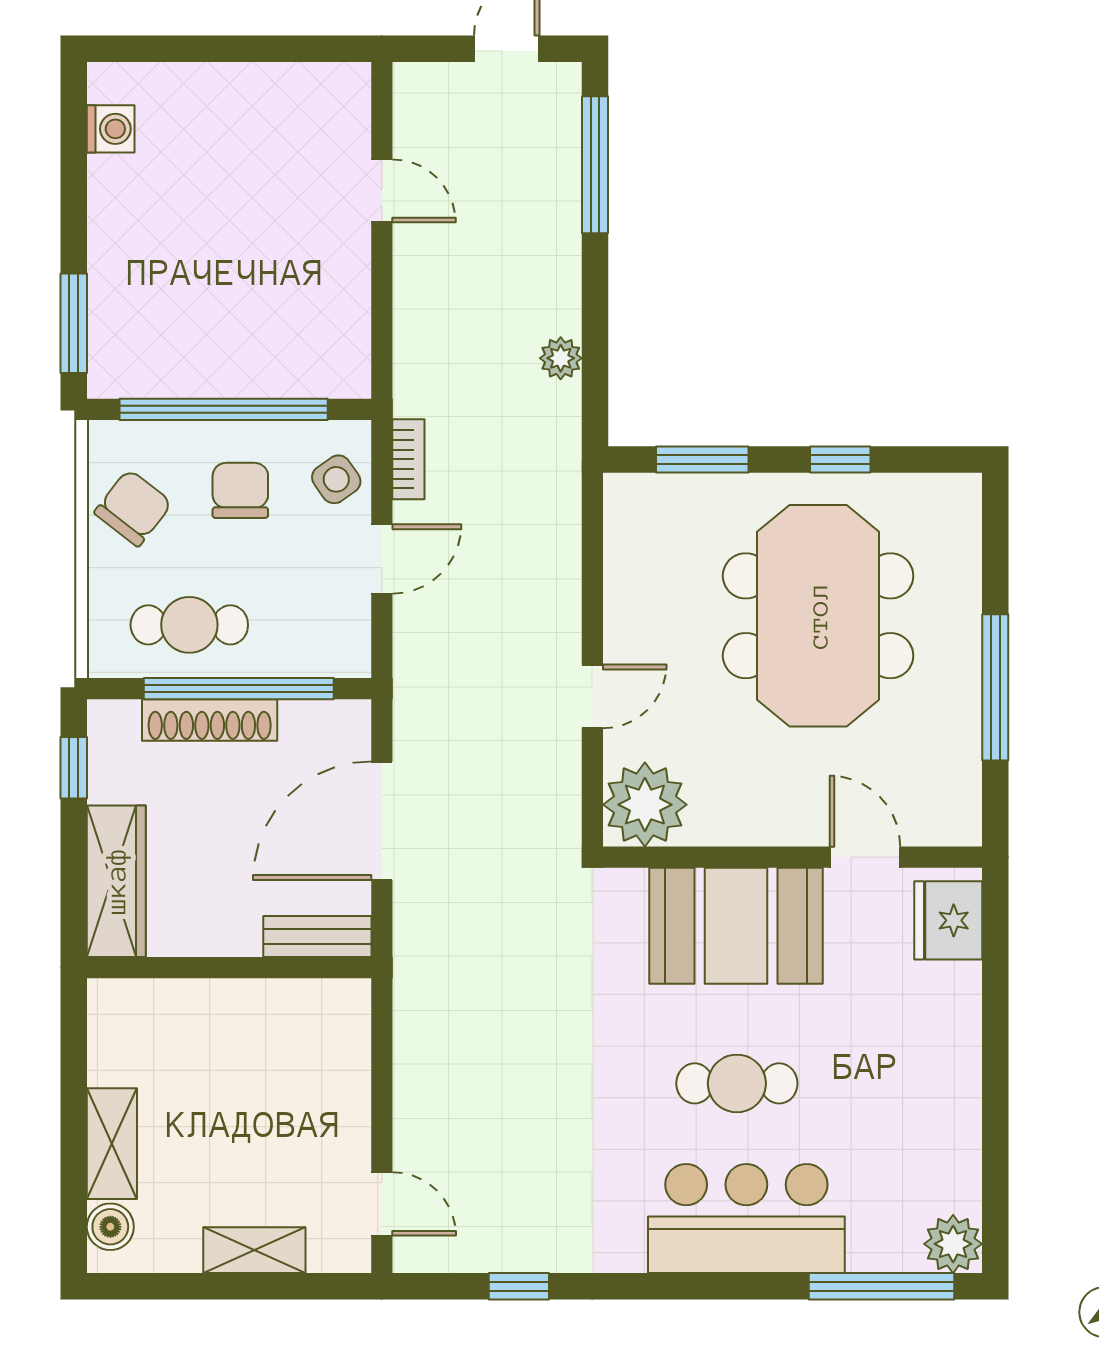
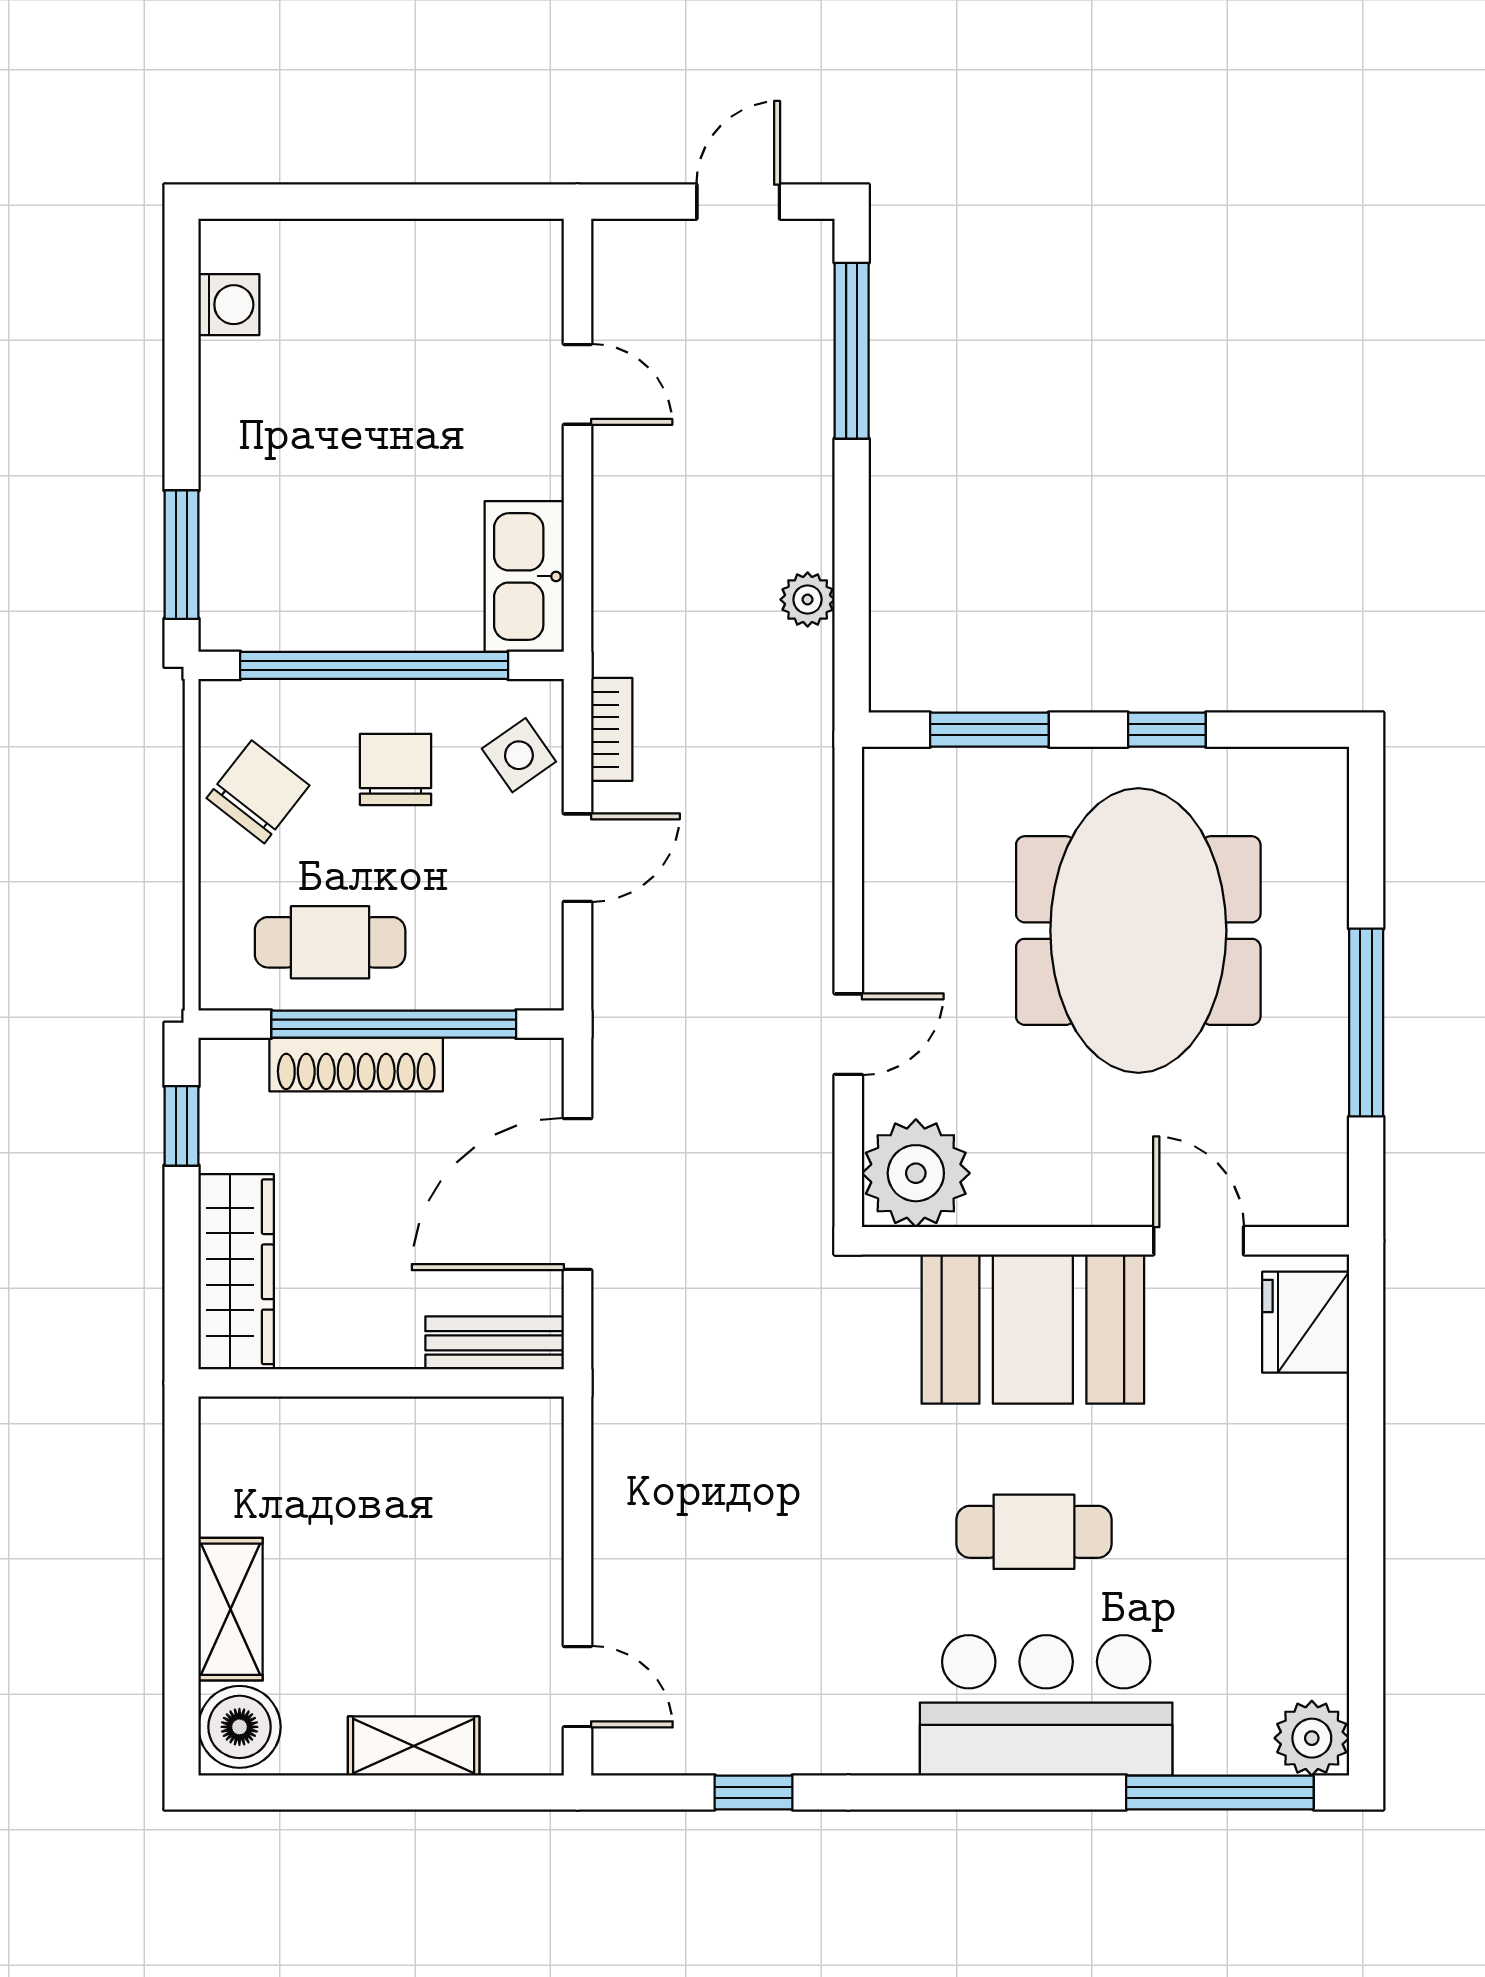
kitchen sink: (340, 340) -> (524, 576), added
boiler: (110, 1227) -> (239, 1727), width x1.36, depth x1.36

